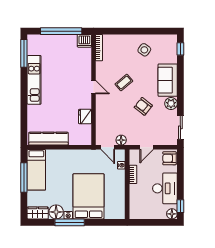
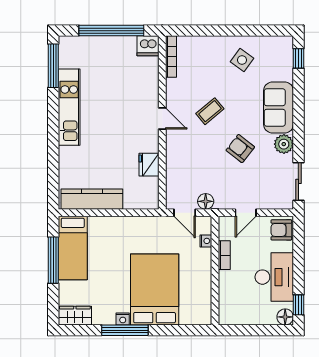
floor lamp: (56, 212) -> (104, 314), removed

